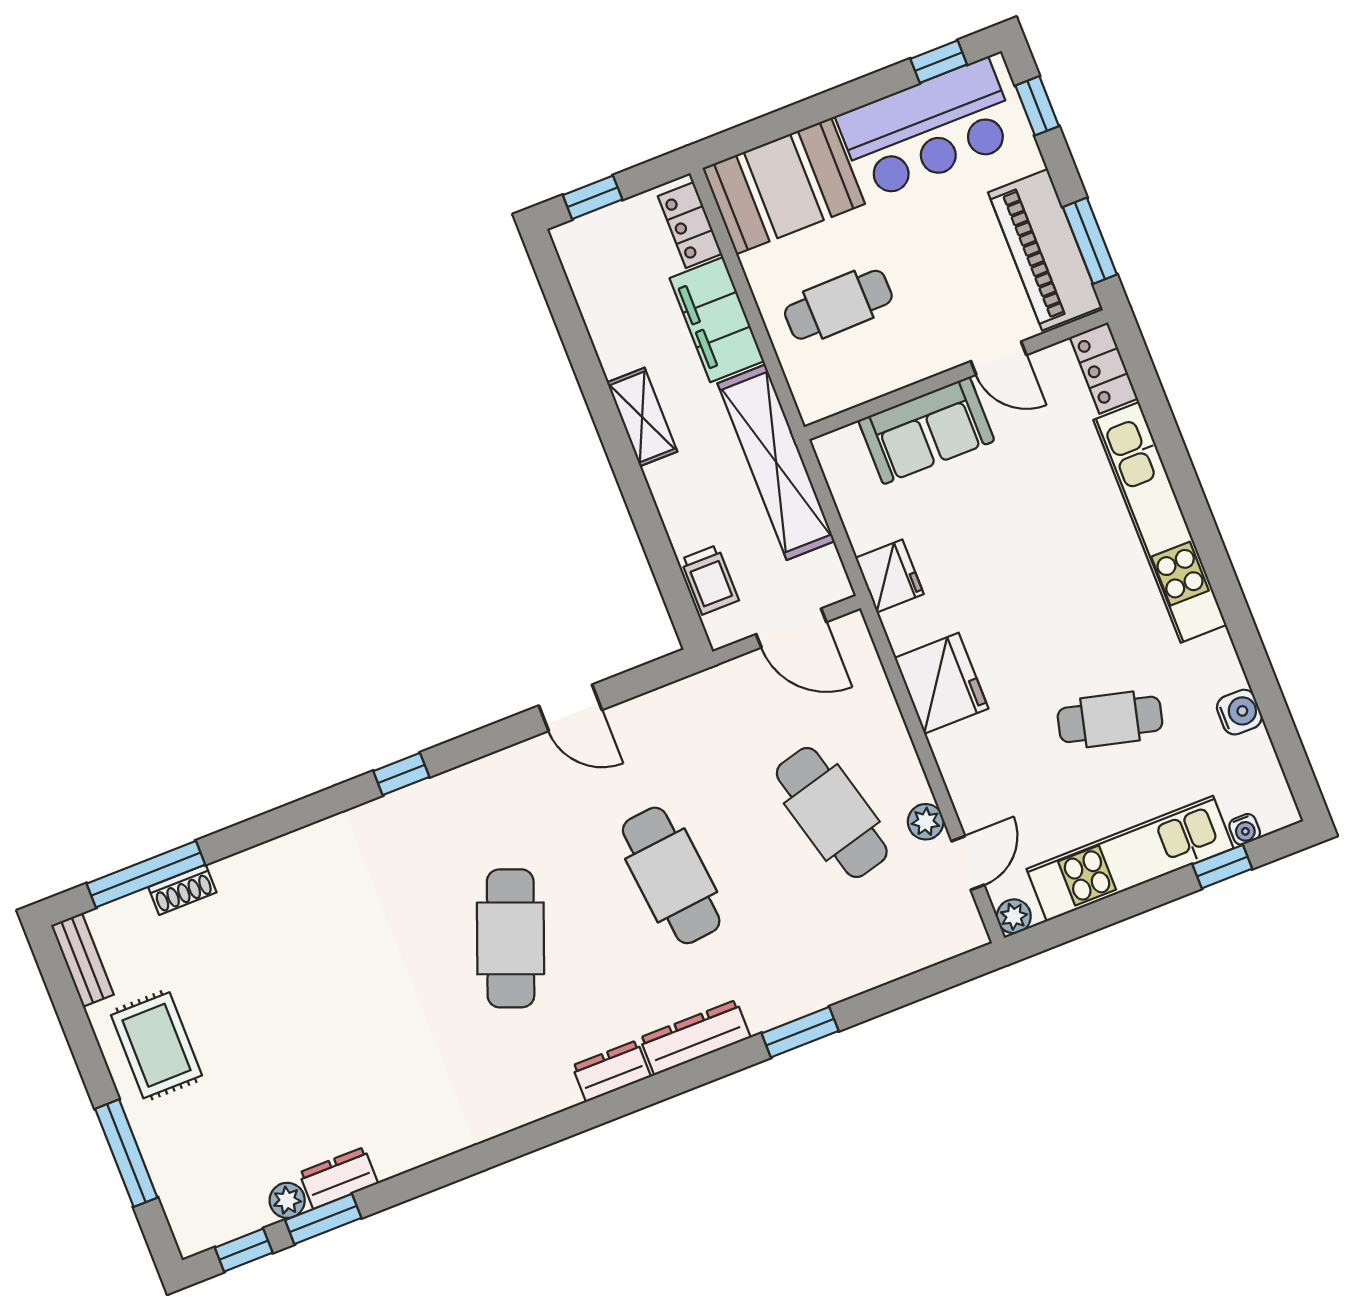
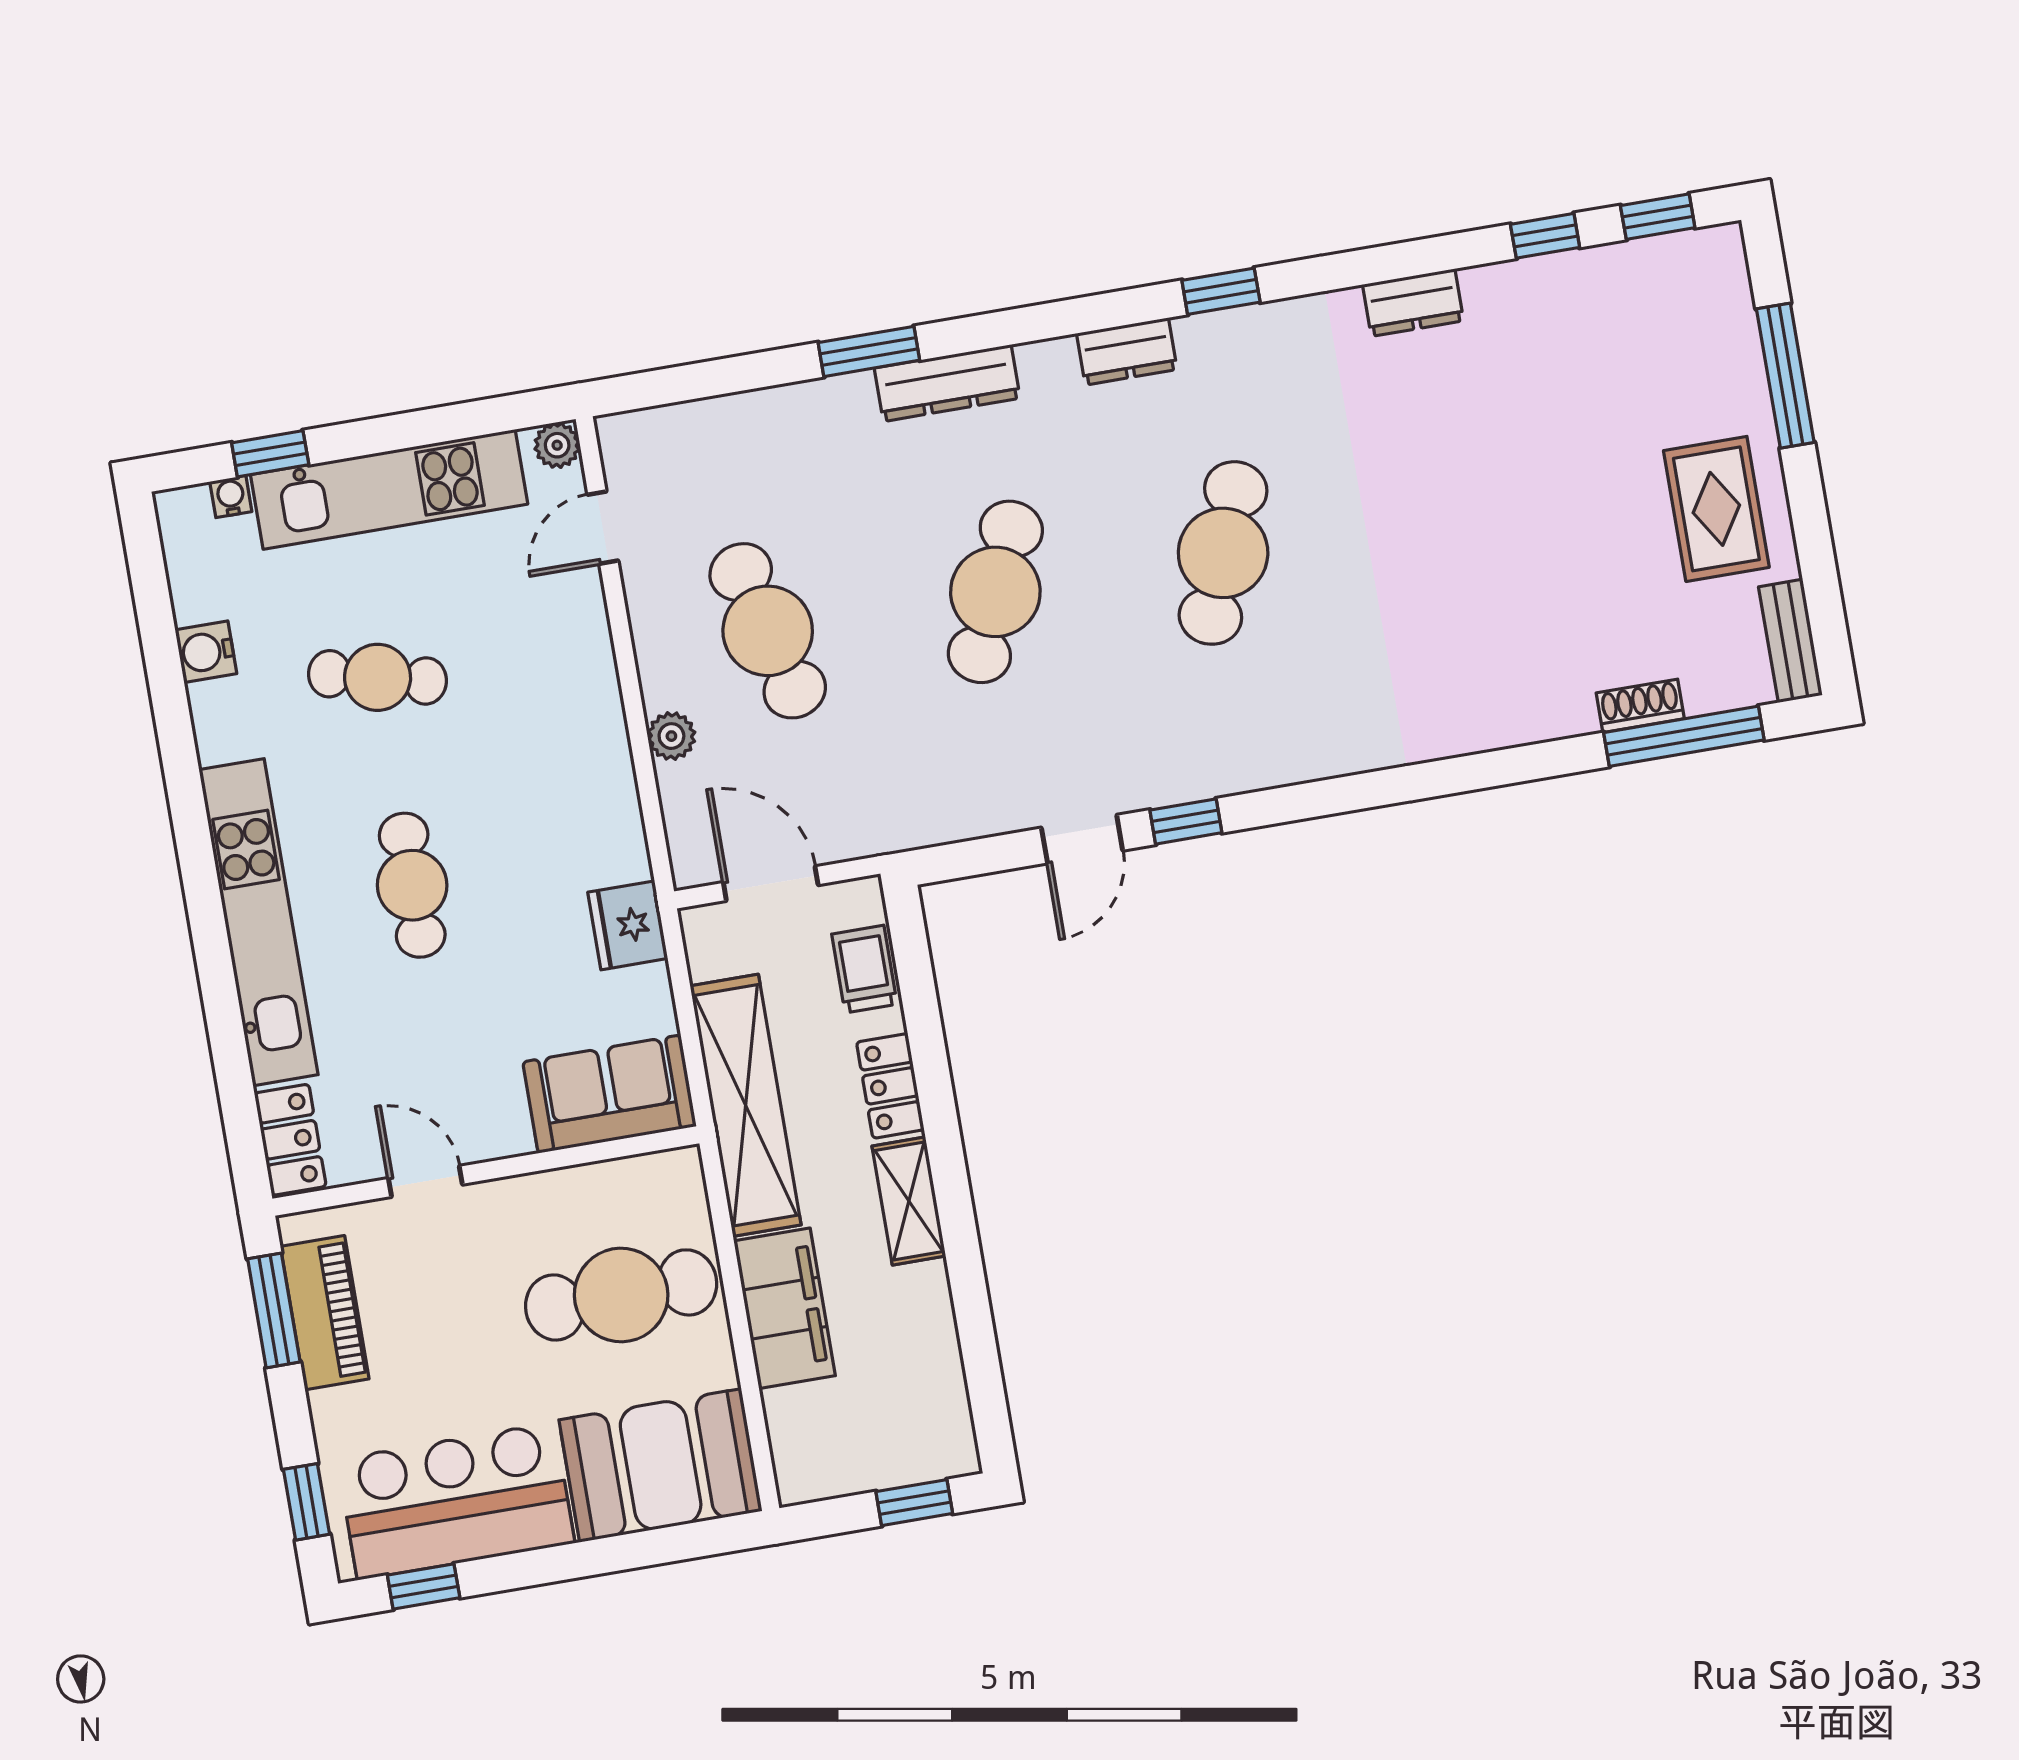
locker: (690, 225) -> (890, 1086), moved, turned 180
piano: (1045, 250) -> (325, 1313), width x0.73, depth x0.75
cafe table: (838, 305) -> (621, 1295), width x1.37, depth x1.35
sofa: (926, 431) -> (610, 1094), moved
cafe table: (1053, 573) -> (412, 885), added
fridge: (941, 683) -> (589, 771), removed
door: (570, 708) -> (1082, 839), swing flipped
window: (401, 774) -> (1186, 821), moved
plant: (926, 822) -> (671, 736), moved
cafe table: (671, 875) -> (995, 592), turned 30
dresser: (695, 1038) -> (947, 383), moved
window: (552, 1129) -> (1221, 291), added
dresser: (339, 1178) -> (1413, 303), moved
plant: (287, 1200) -> (1587, 270), removed
window: (323, 1219) -> (1545, 236), width x0.67

